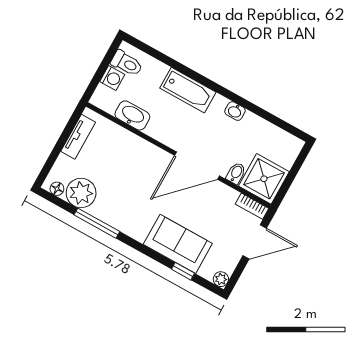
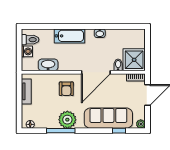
armchair: (140, 166) -> (66, 89), added
plant: (81, 193) -> (67, 120), moved
sofa: (178, 244) -> (108, 118), width x1.36

